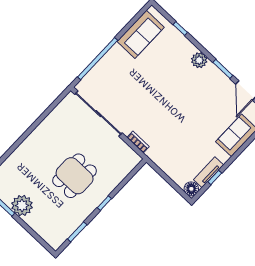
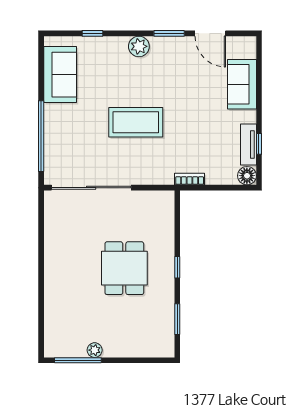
coffee table: (158, 101) -> (136, 122), added
bookcase: (138, 142) -> (190, 179), moved
plant: (22, 205) -> (95, 350), width x0.53, depth x0.53

